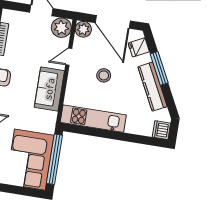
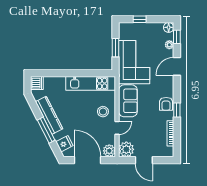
stool: (104, 75) -> (103, 112), moved
window: (54, 159) -> (115, 48), width x0.47
corner sofa: (30, 160) -> (134, 62), moved
window: (18, 190) -> (140, 19), added

